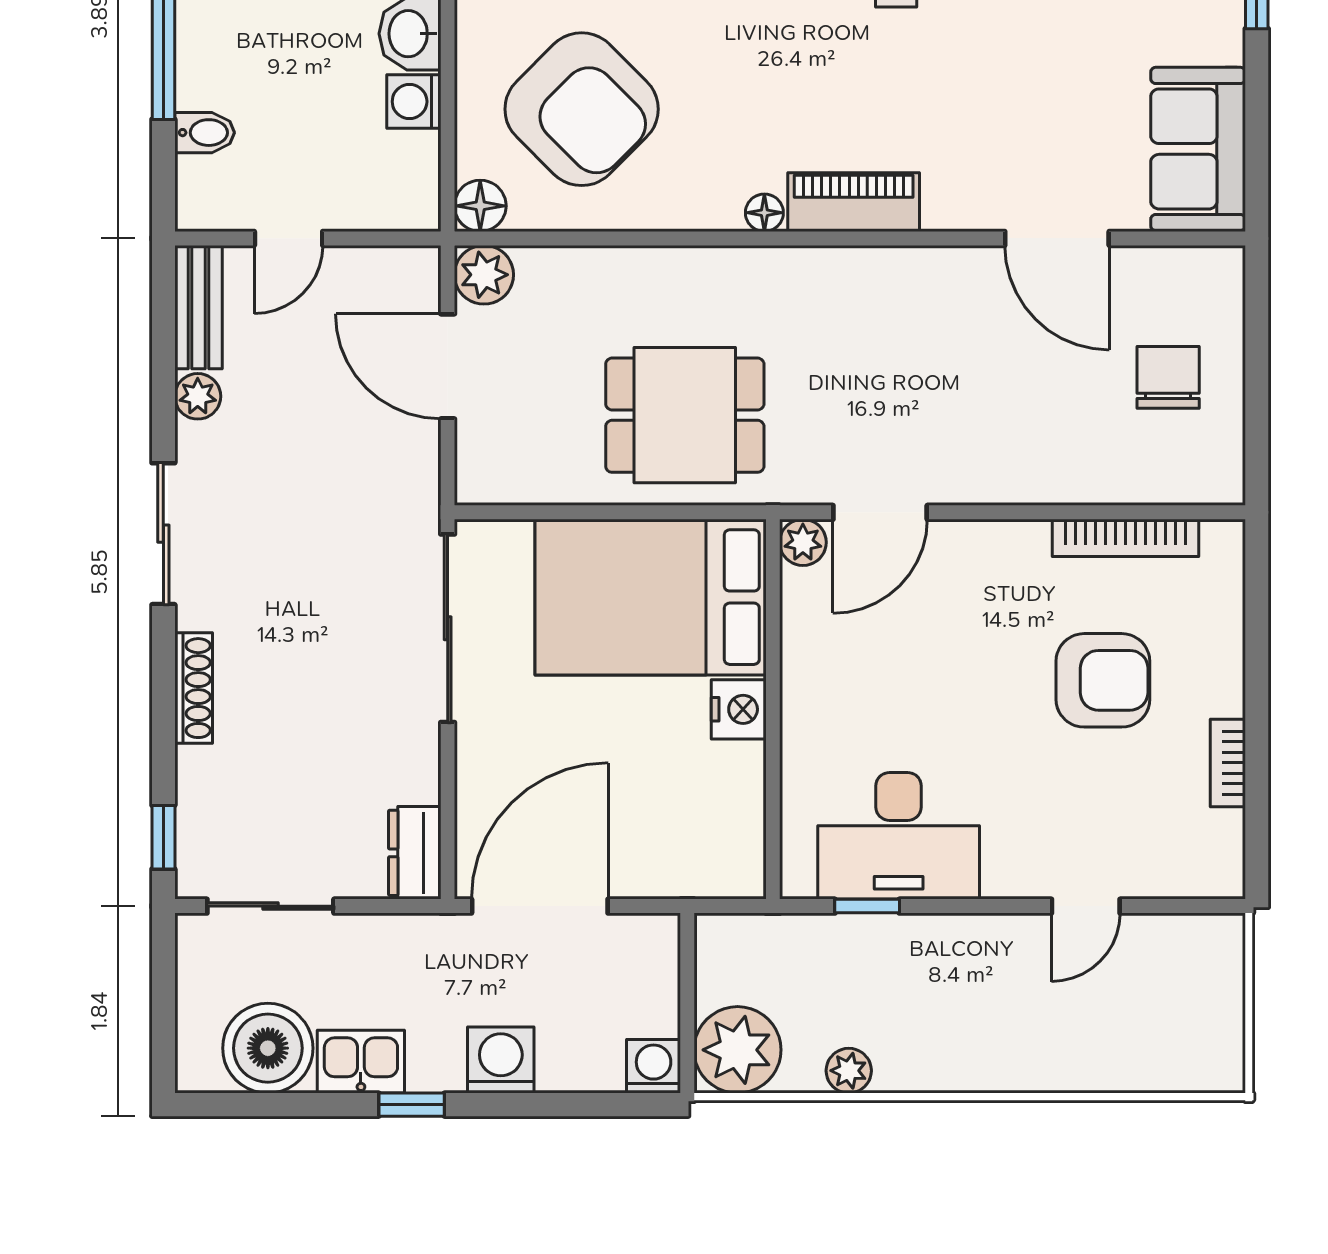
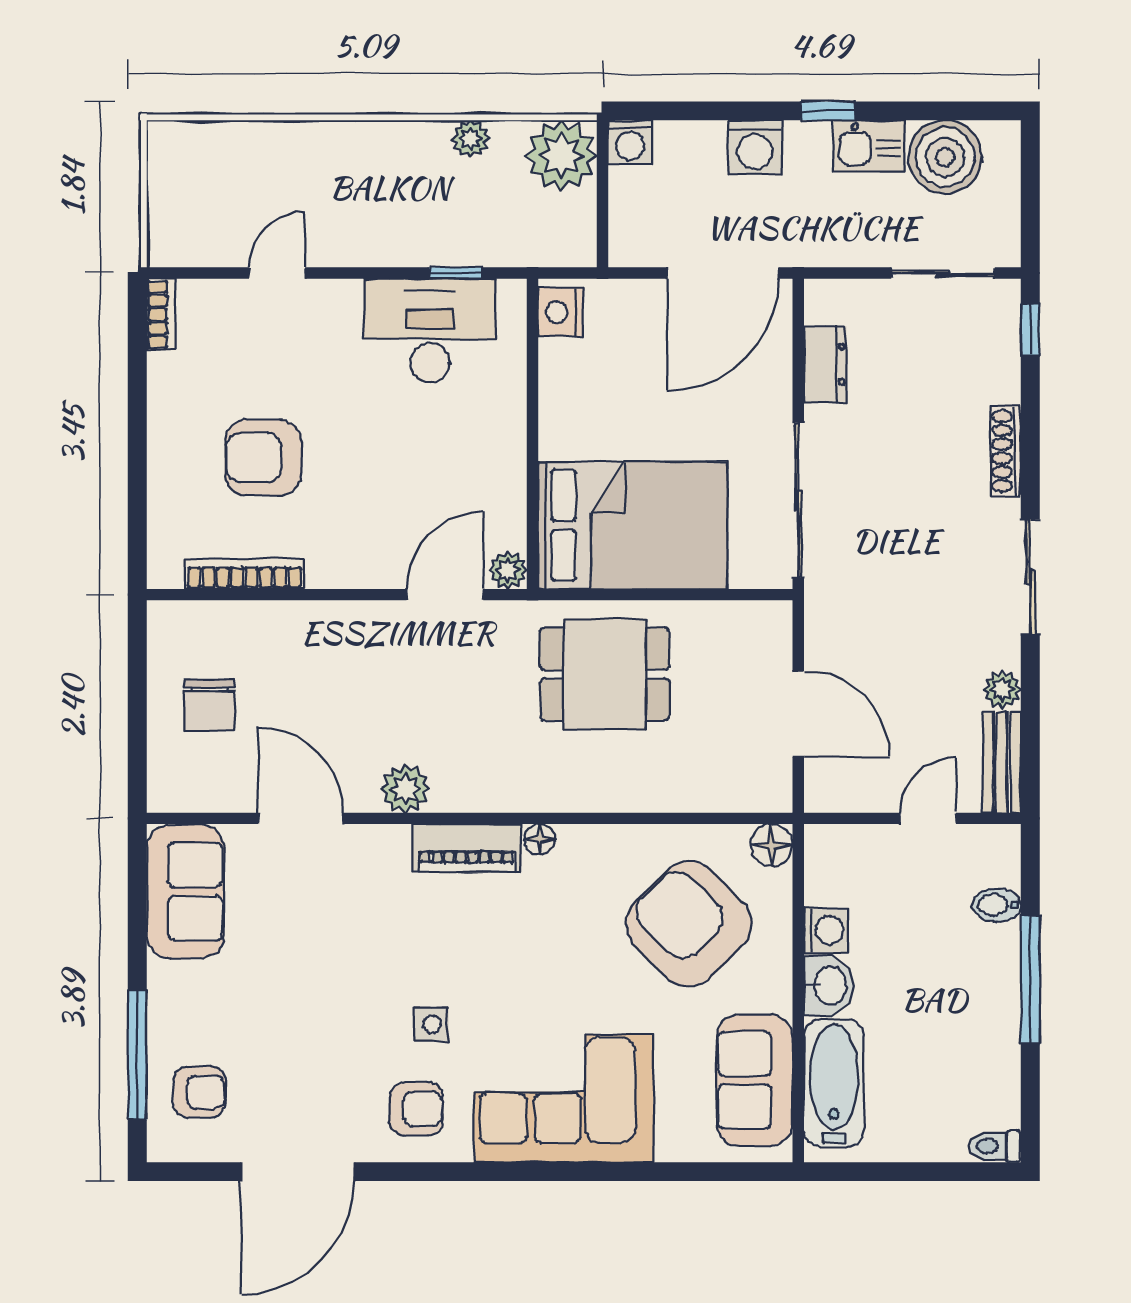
plant: (484, 275) -> (405, 789), moved
nightstand: (739, 709) -> (560, 312), moved
bookcase: (1228, 763) -> (161, 314), moved
dresser: (415, 853) -> (825, 364), moved

